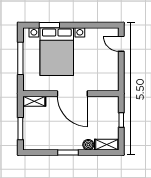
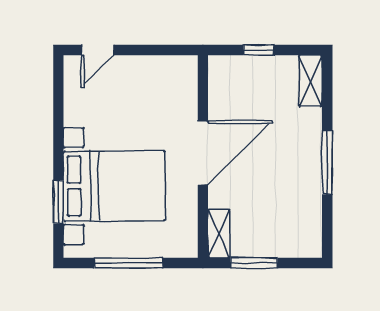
window: (20, 129) -> (254, 263), moved
boiler: (88, 145) -> (311, 120), removed
window: (68, 153) -> (327, 163), width x1.44

